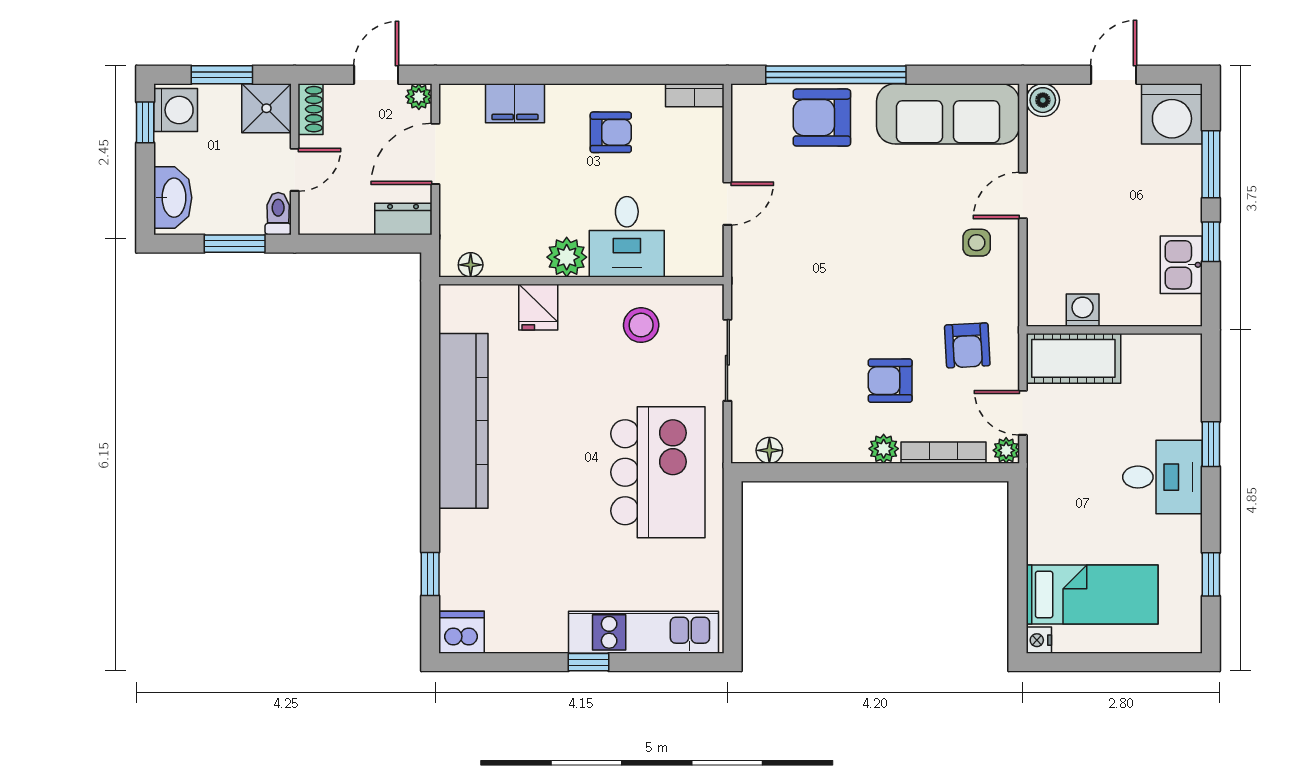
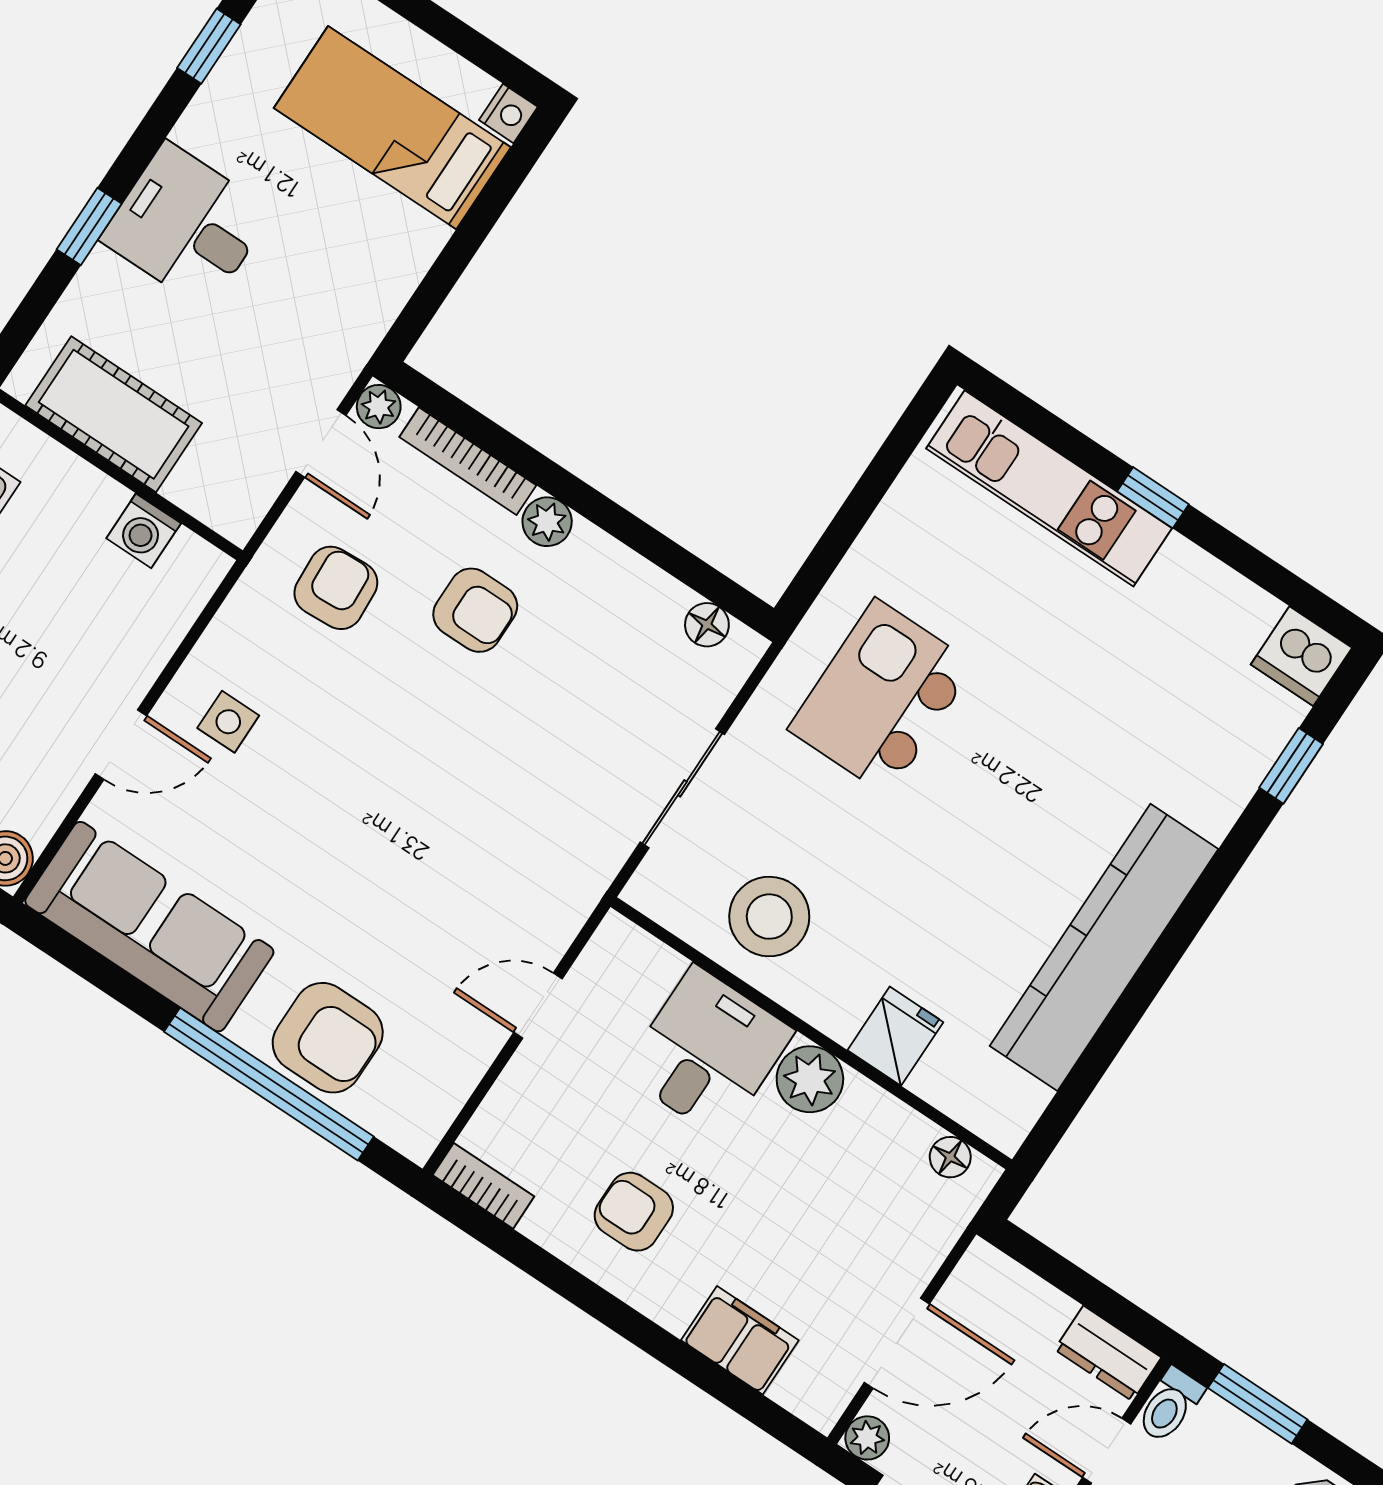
dresser: (403, 219) -> (1108, 1353), moved
stool: (641, 325) -> (769, 917), width x1.38, depth x1.38
cot: (1073, 358) -> (114, 414), moved
kitchen island: (658, 472) -> (882, 697), width x0.73, depth x0.78

